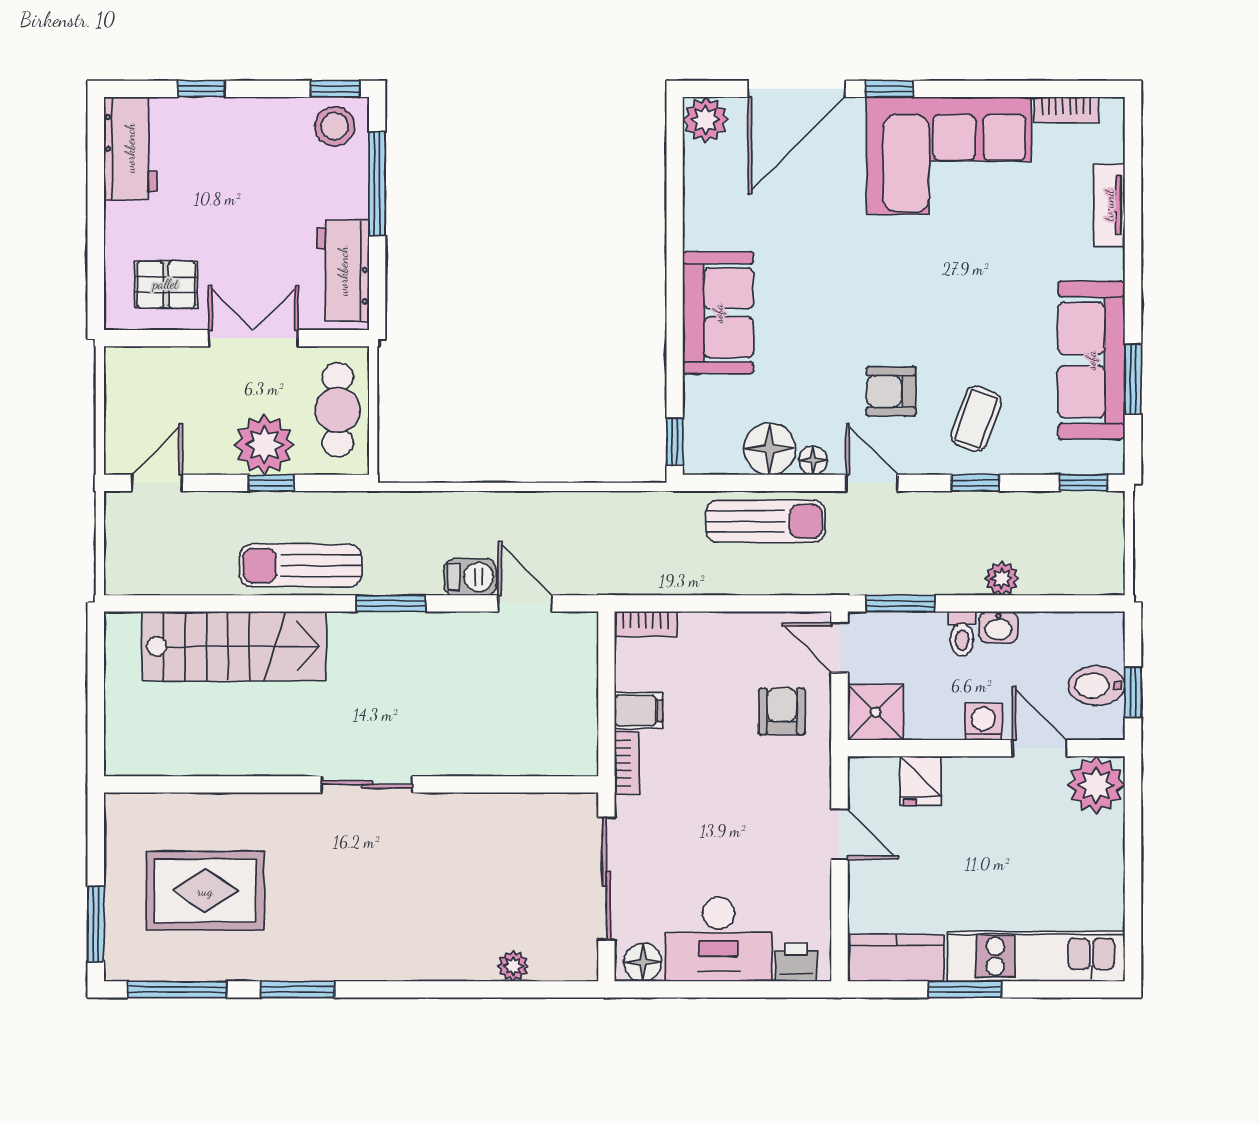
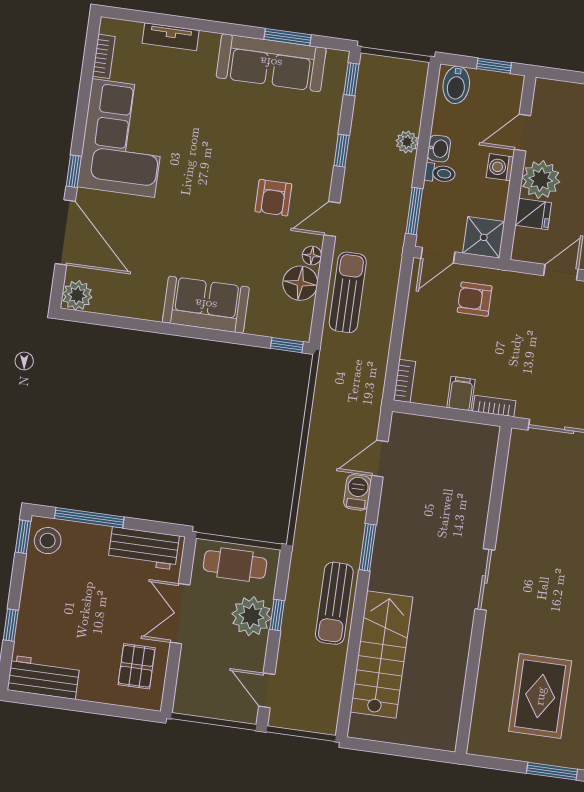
coffee table: (976, 419) -> (299, 144), removed
bidet: (1097, 686) -> (456, 85), moved
plant: (1096, 785) -> (541, 179), moved

